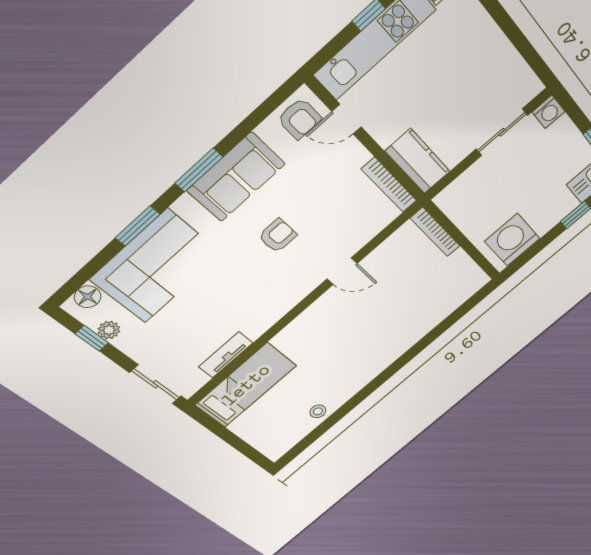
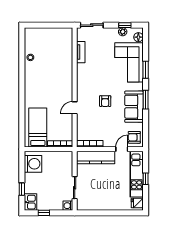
kitchen counter: (418, 161) -> (96, 157), width x1.50
bed: (246, 385) -> (38, 127), moved, turned 180

